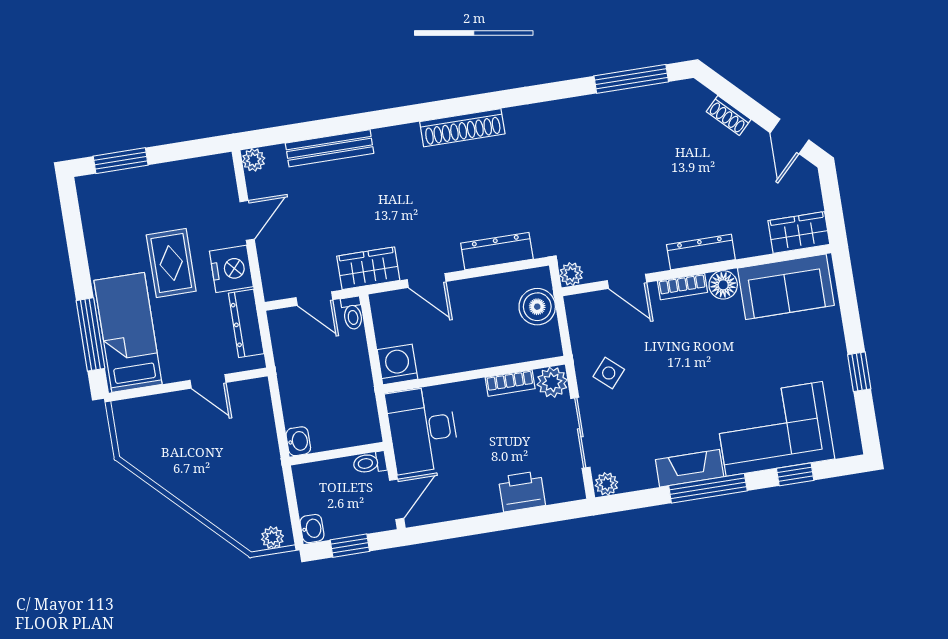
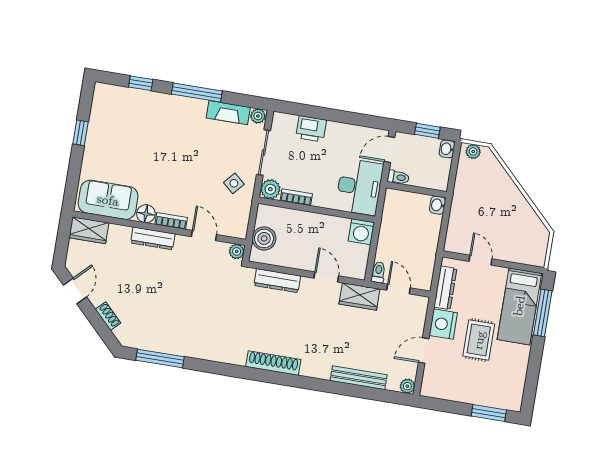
corner sofa: (774, 429) -> (144, 115), removed
fireplace: (690, 468) -> (228, 113), moved

